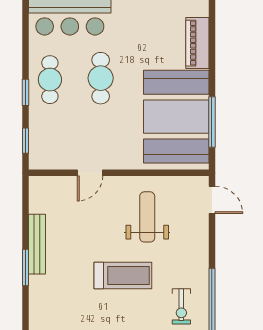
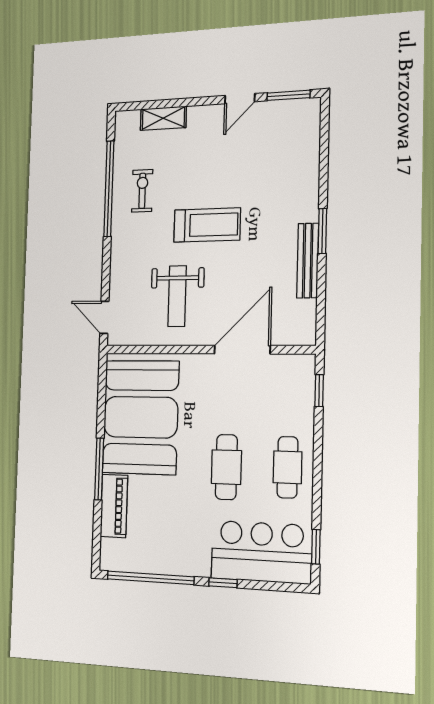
window: (26, 92) -> (316, 547), moved
window: (212, 122) -> (99, 469), moved
door: (90, 173) -> (242, 350), width x1.87
treadmill: (123, 275) -> (207, 225), turned 180

